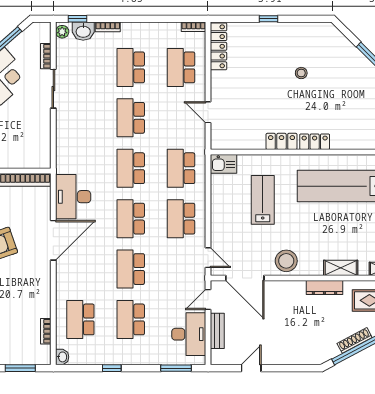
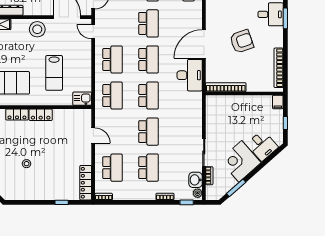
window: (268, 19) -> (62, 202), moved
washbasin: (83, 31) -> (196, 180), moved, turned -90

